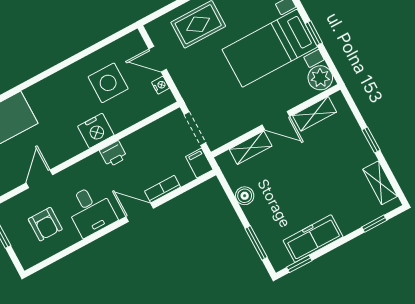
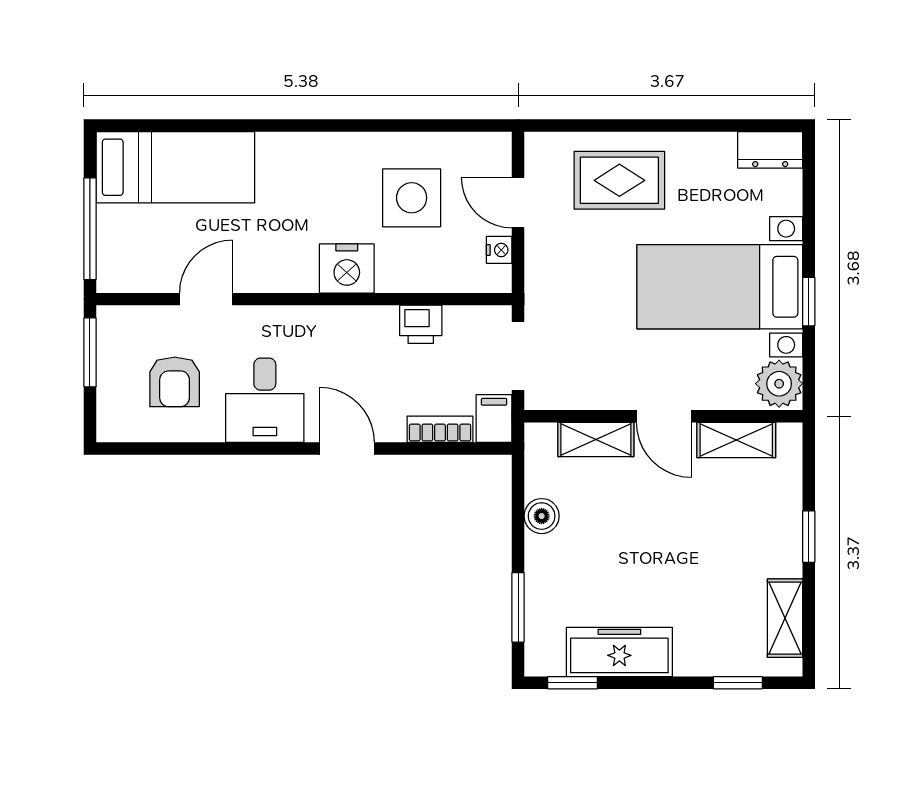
printer: (113, 154) -> (421, 324), moved
bookcase: (163, 189) -> (440, 429), moved

